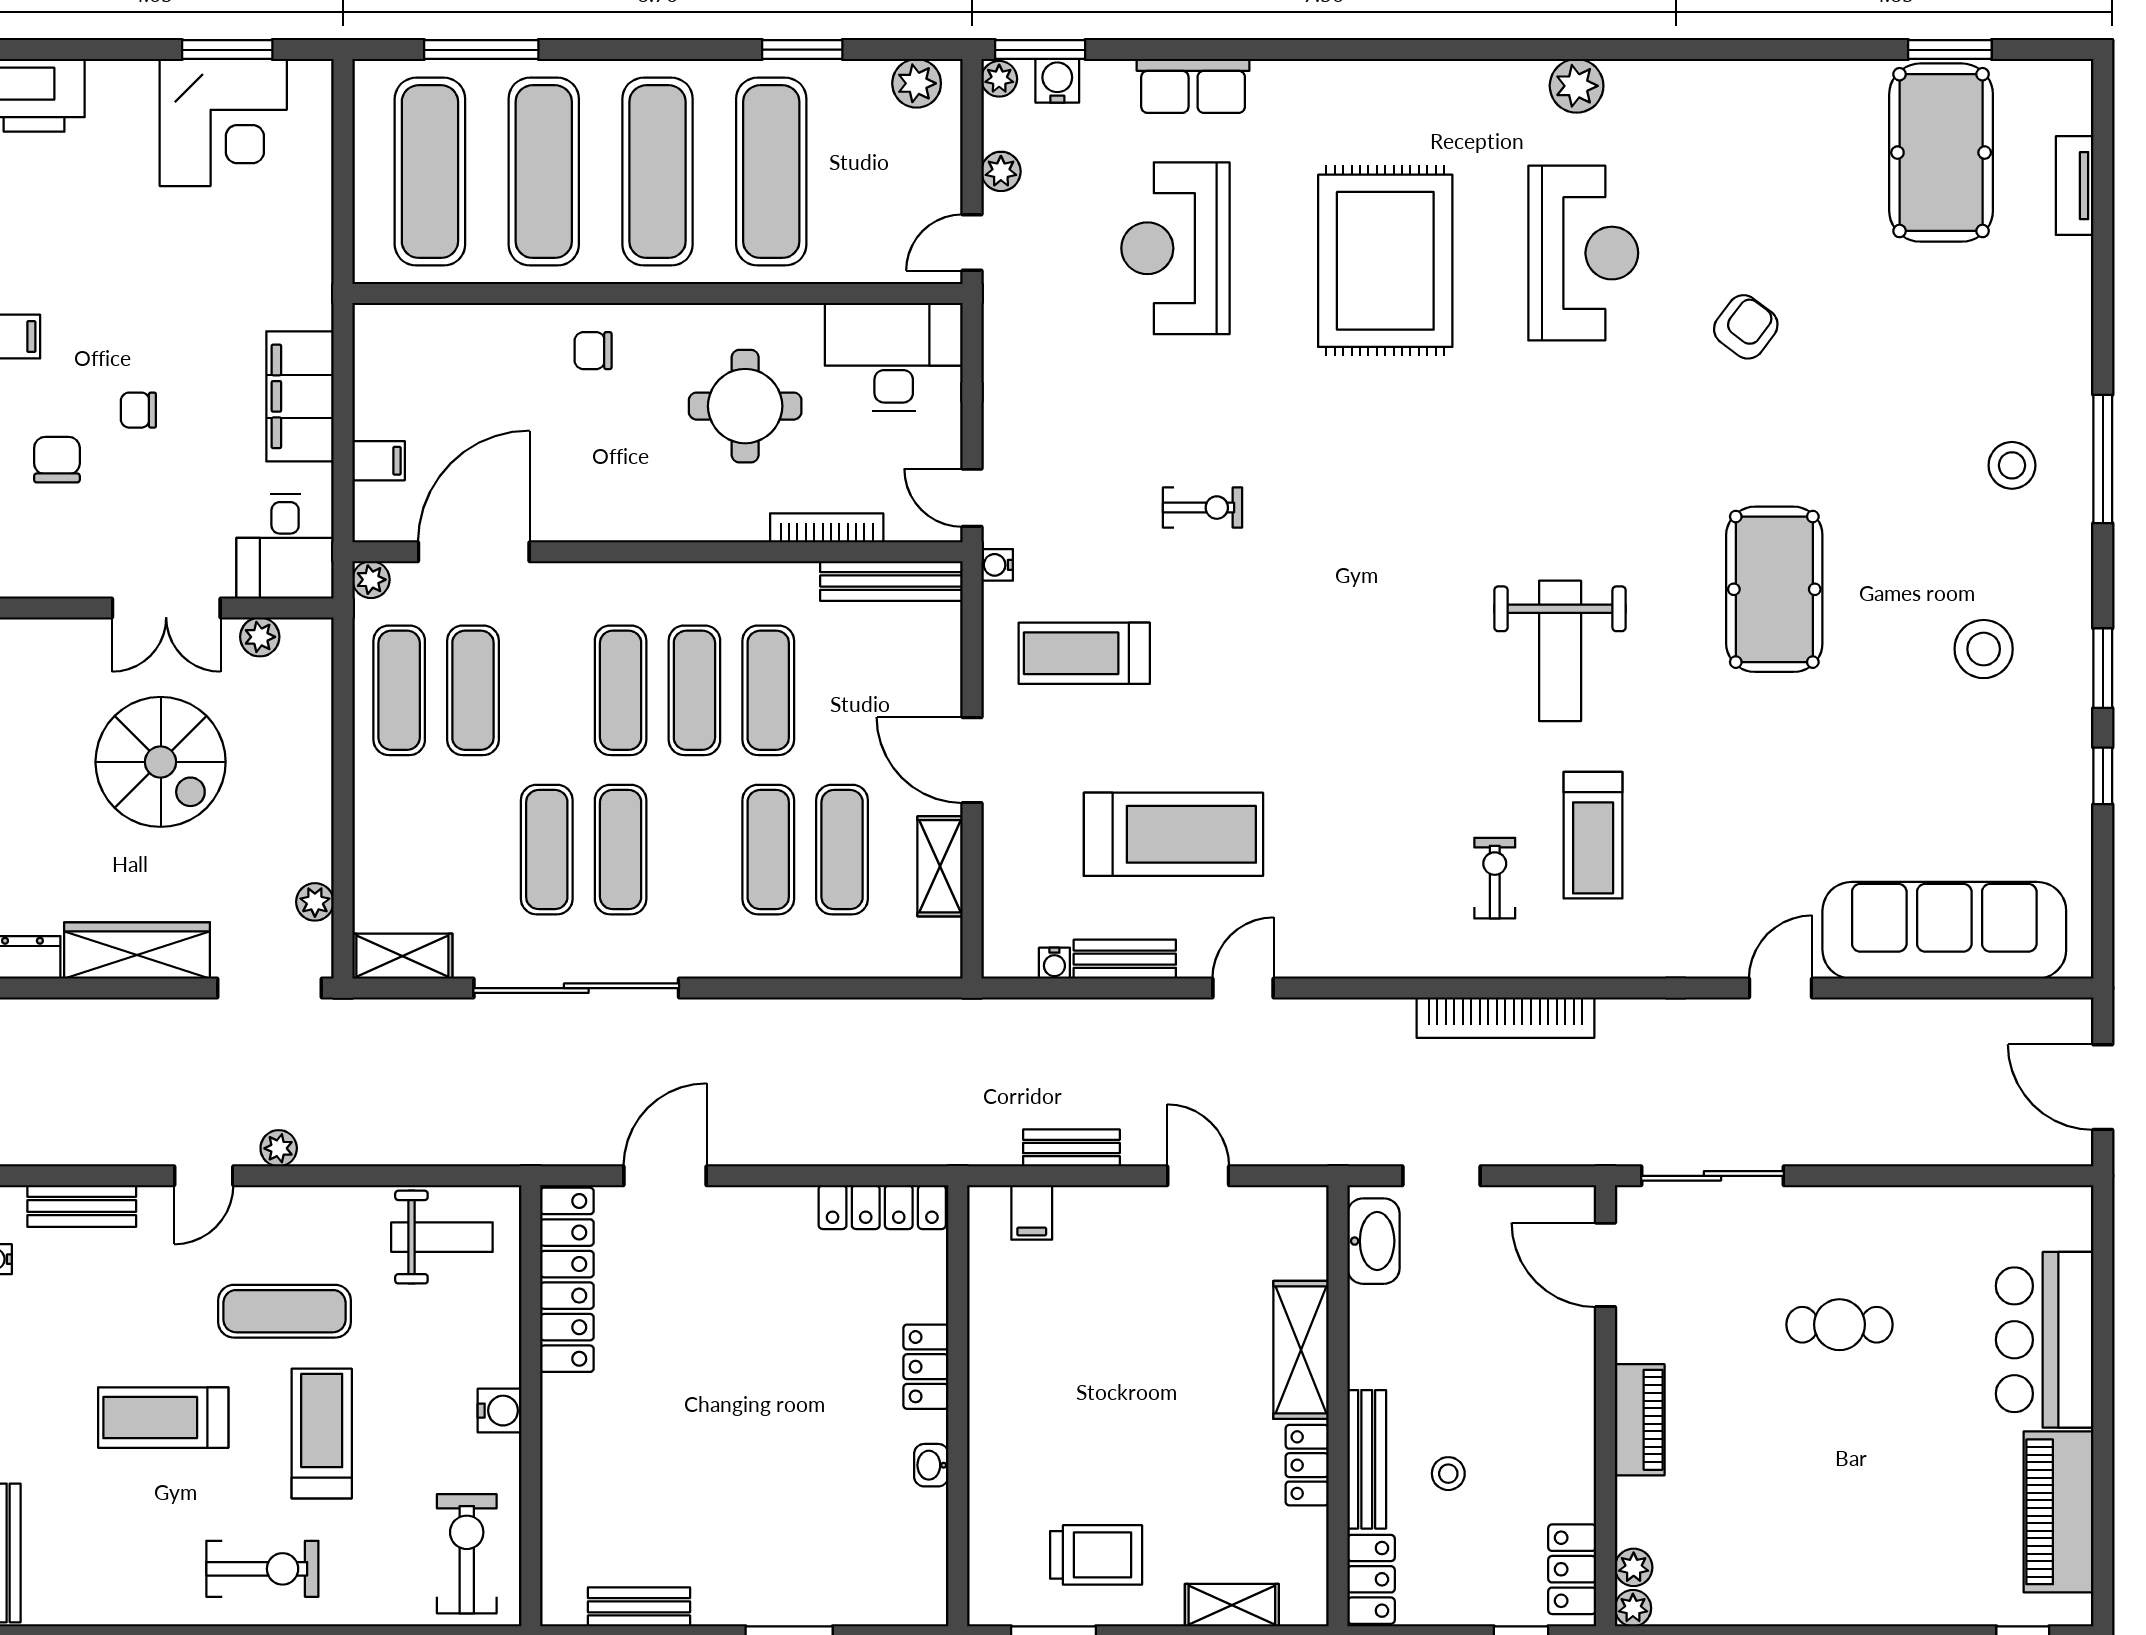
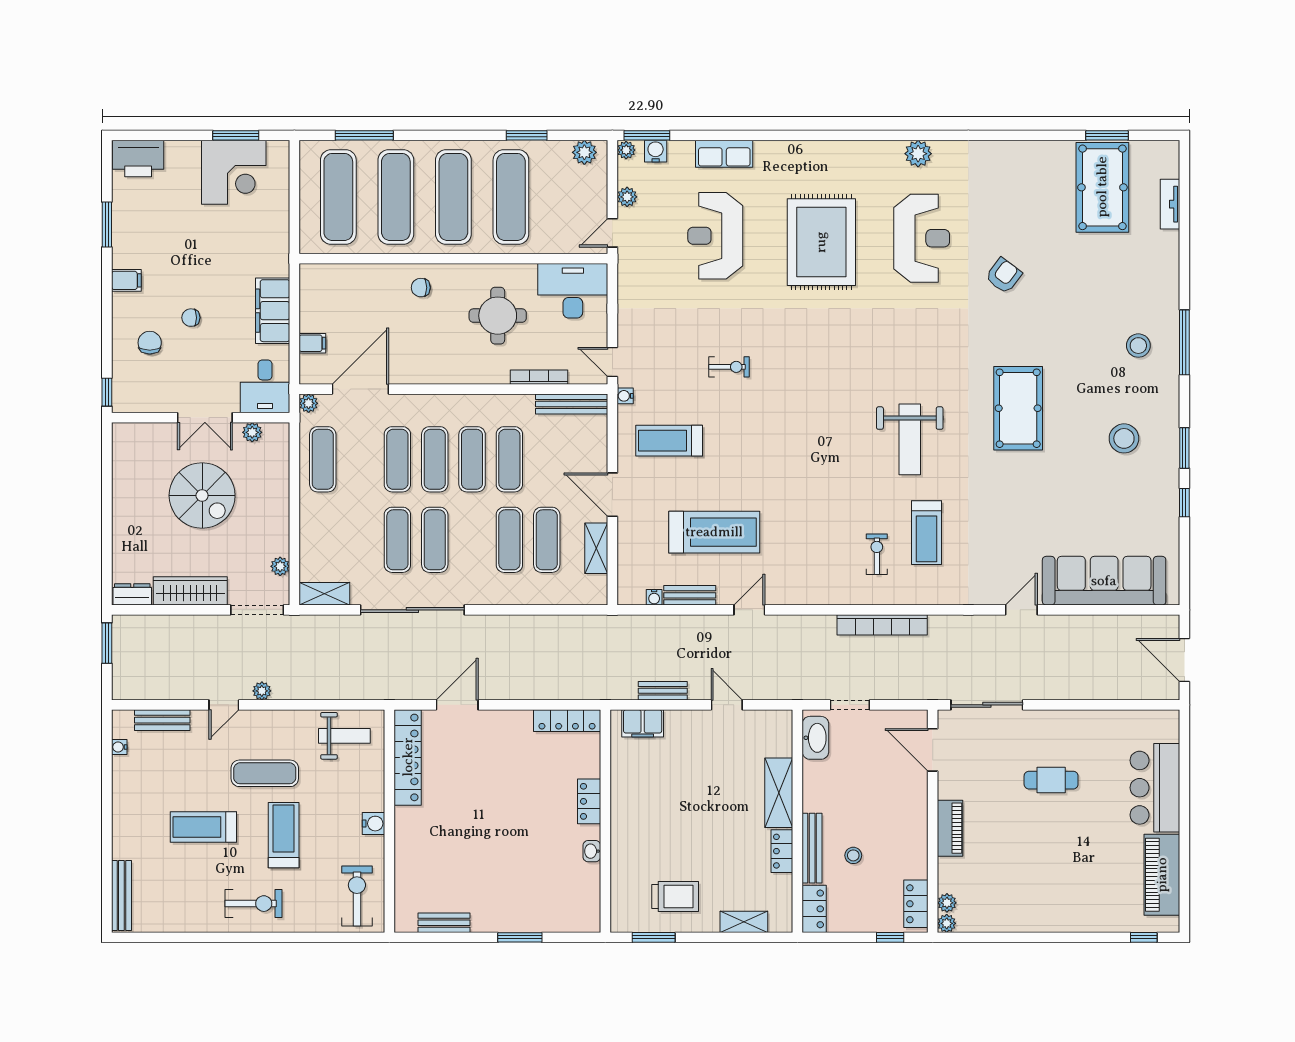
exercise mat: (473, 690) -> (397, 459), moved
filing cabinet: (1032, 1212) -> (643, 723), width x2.00

